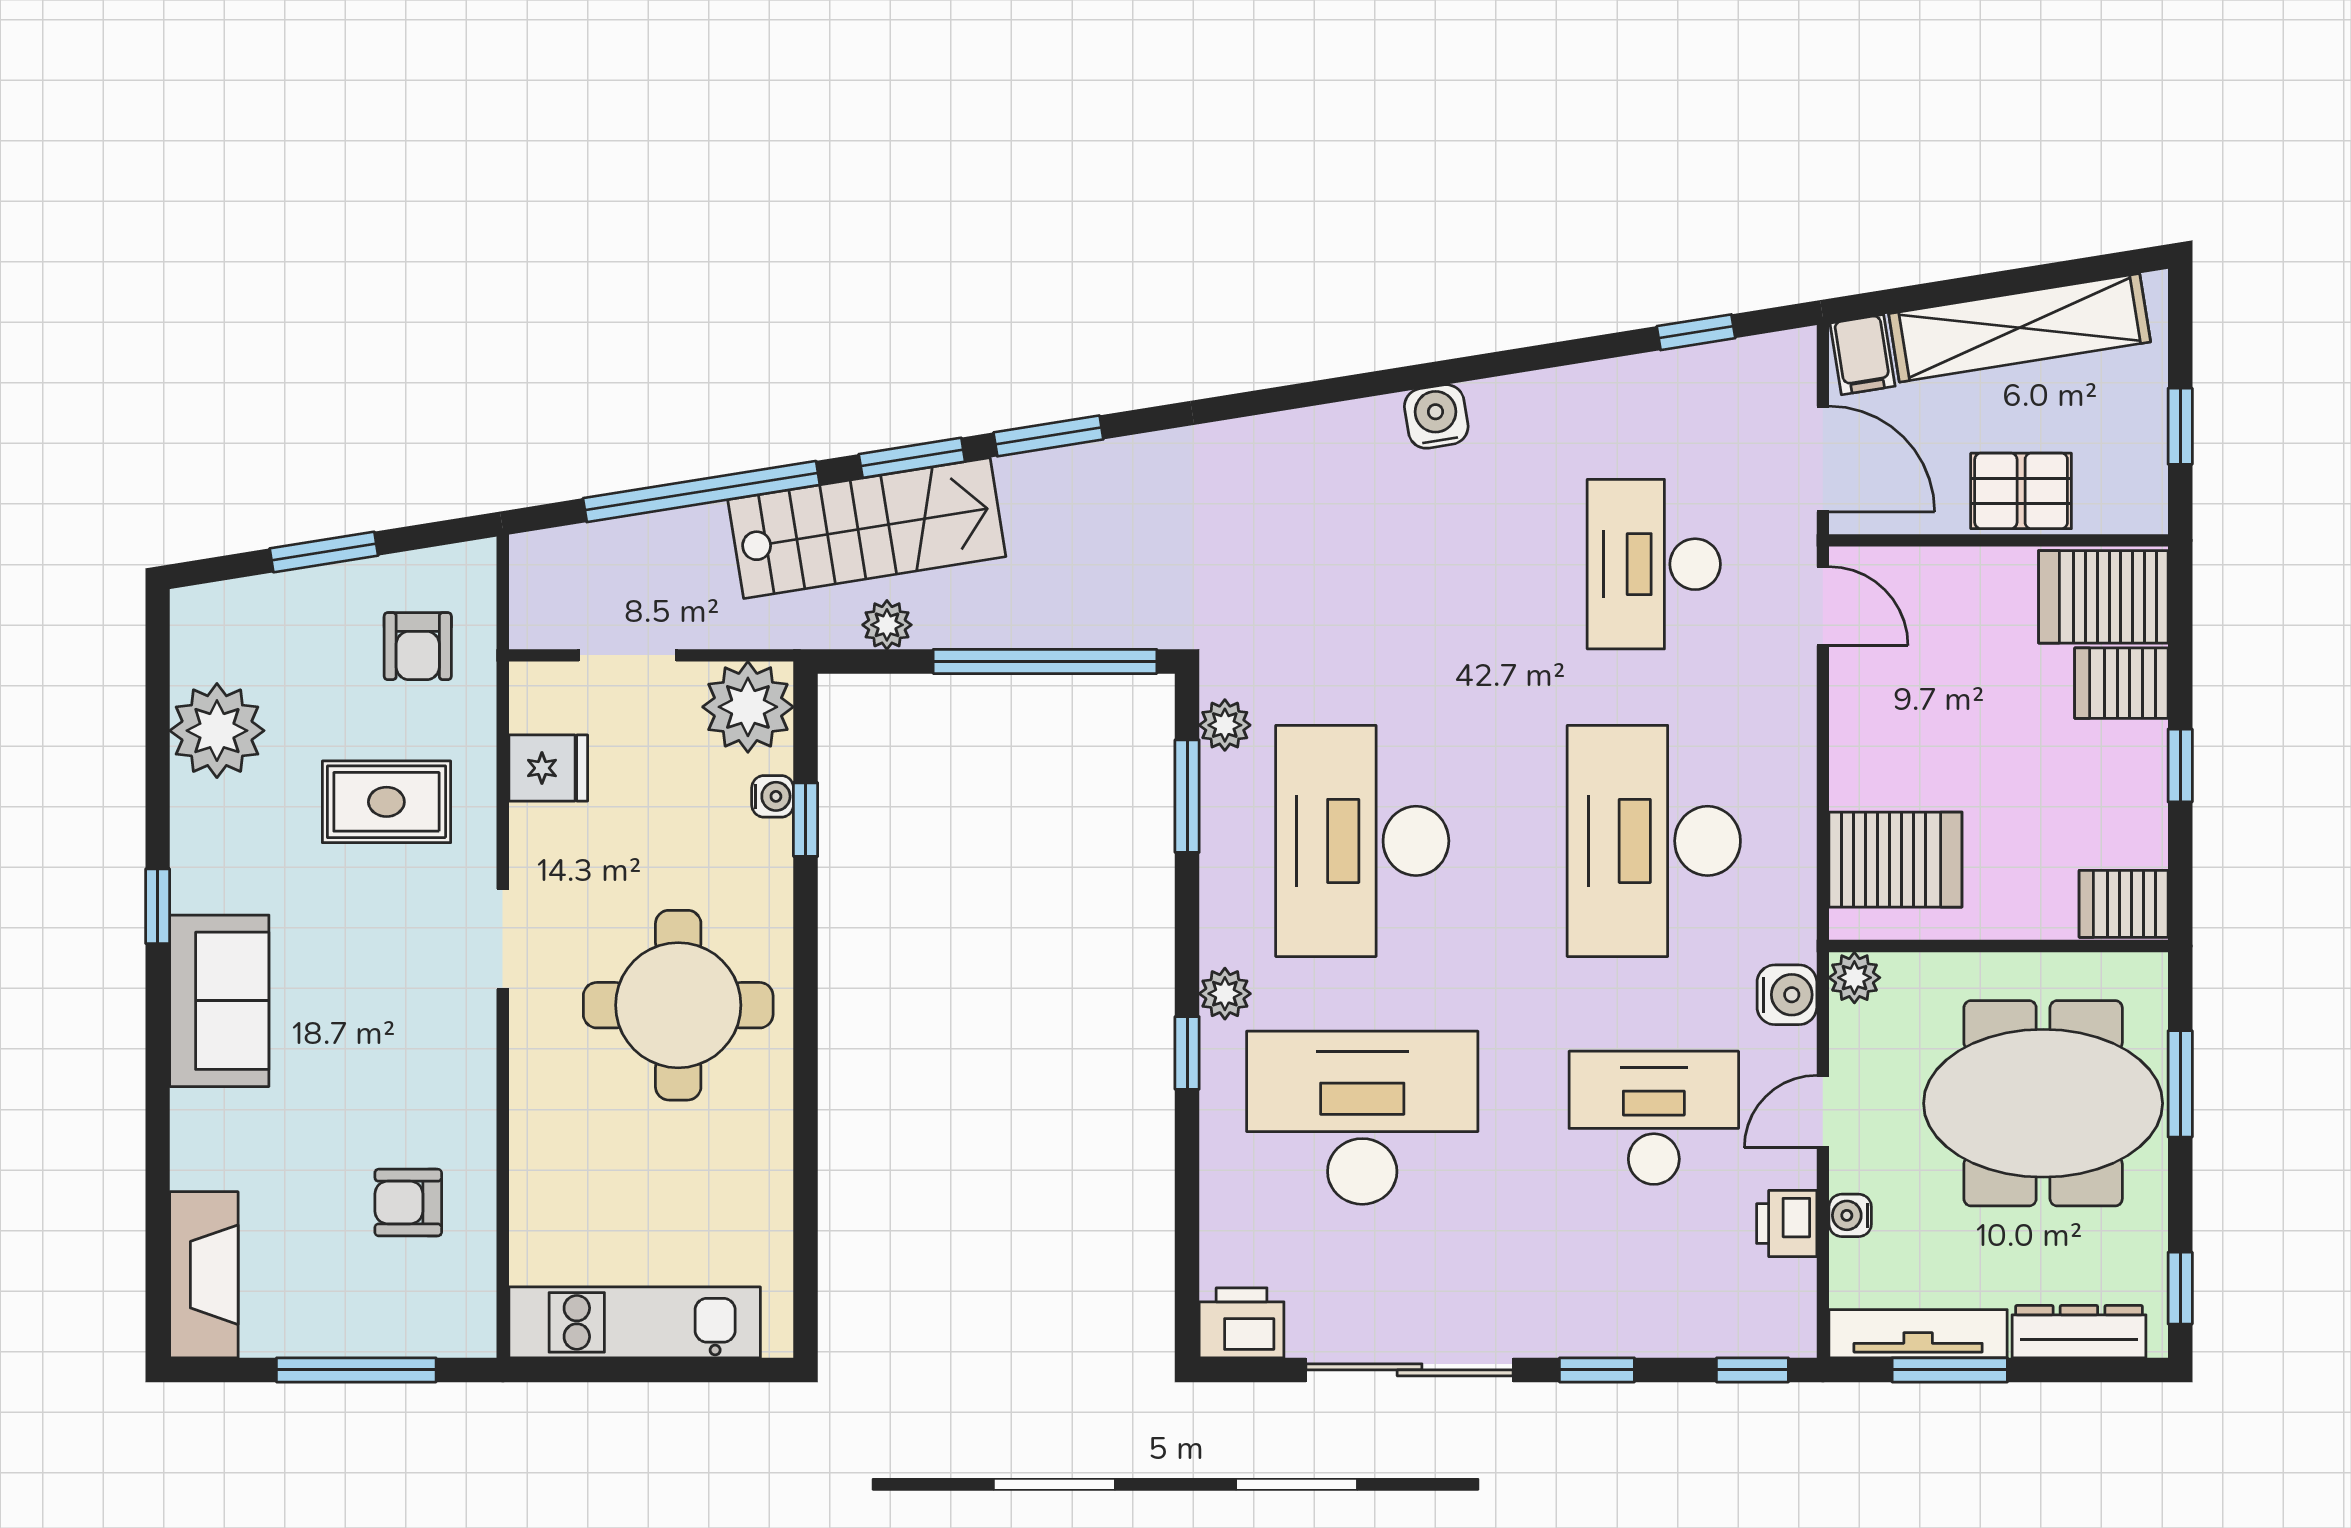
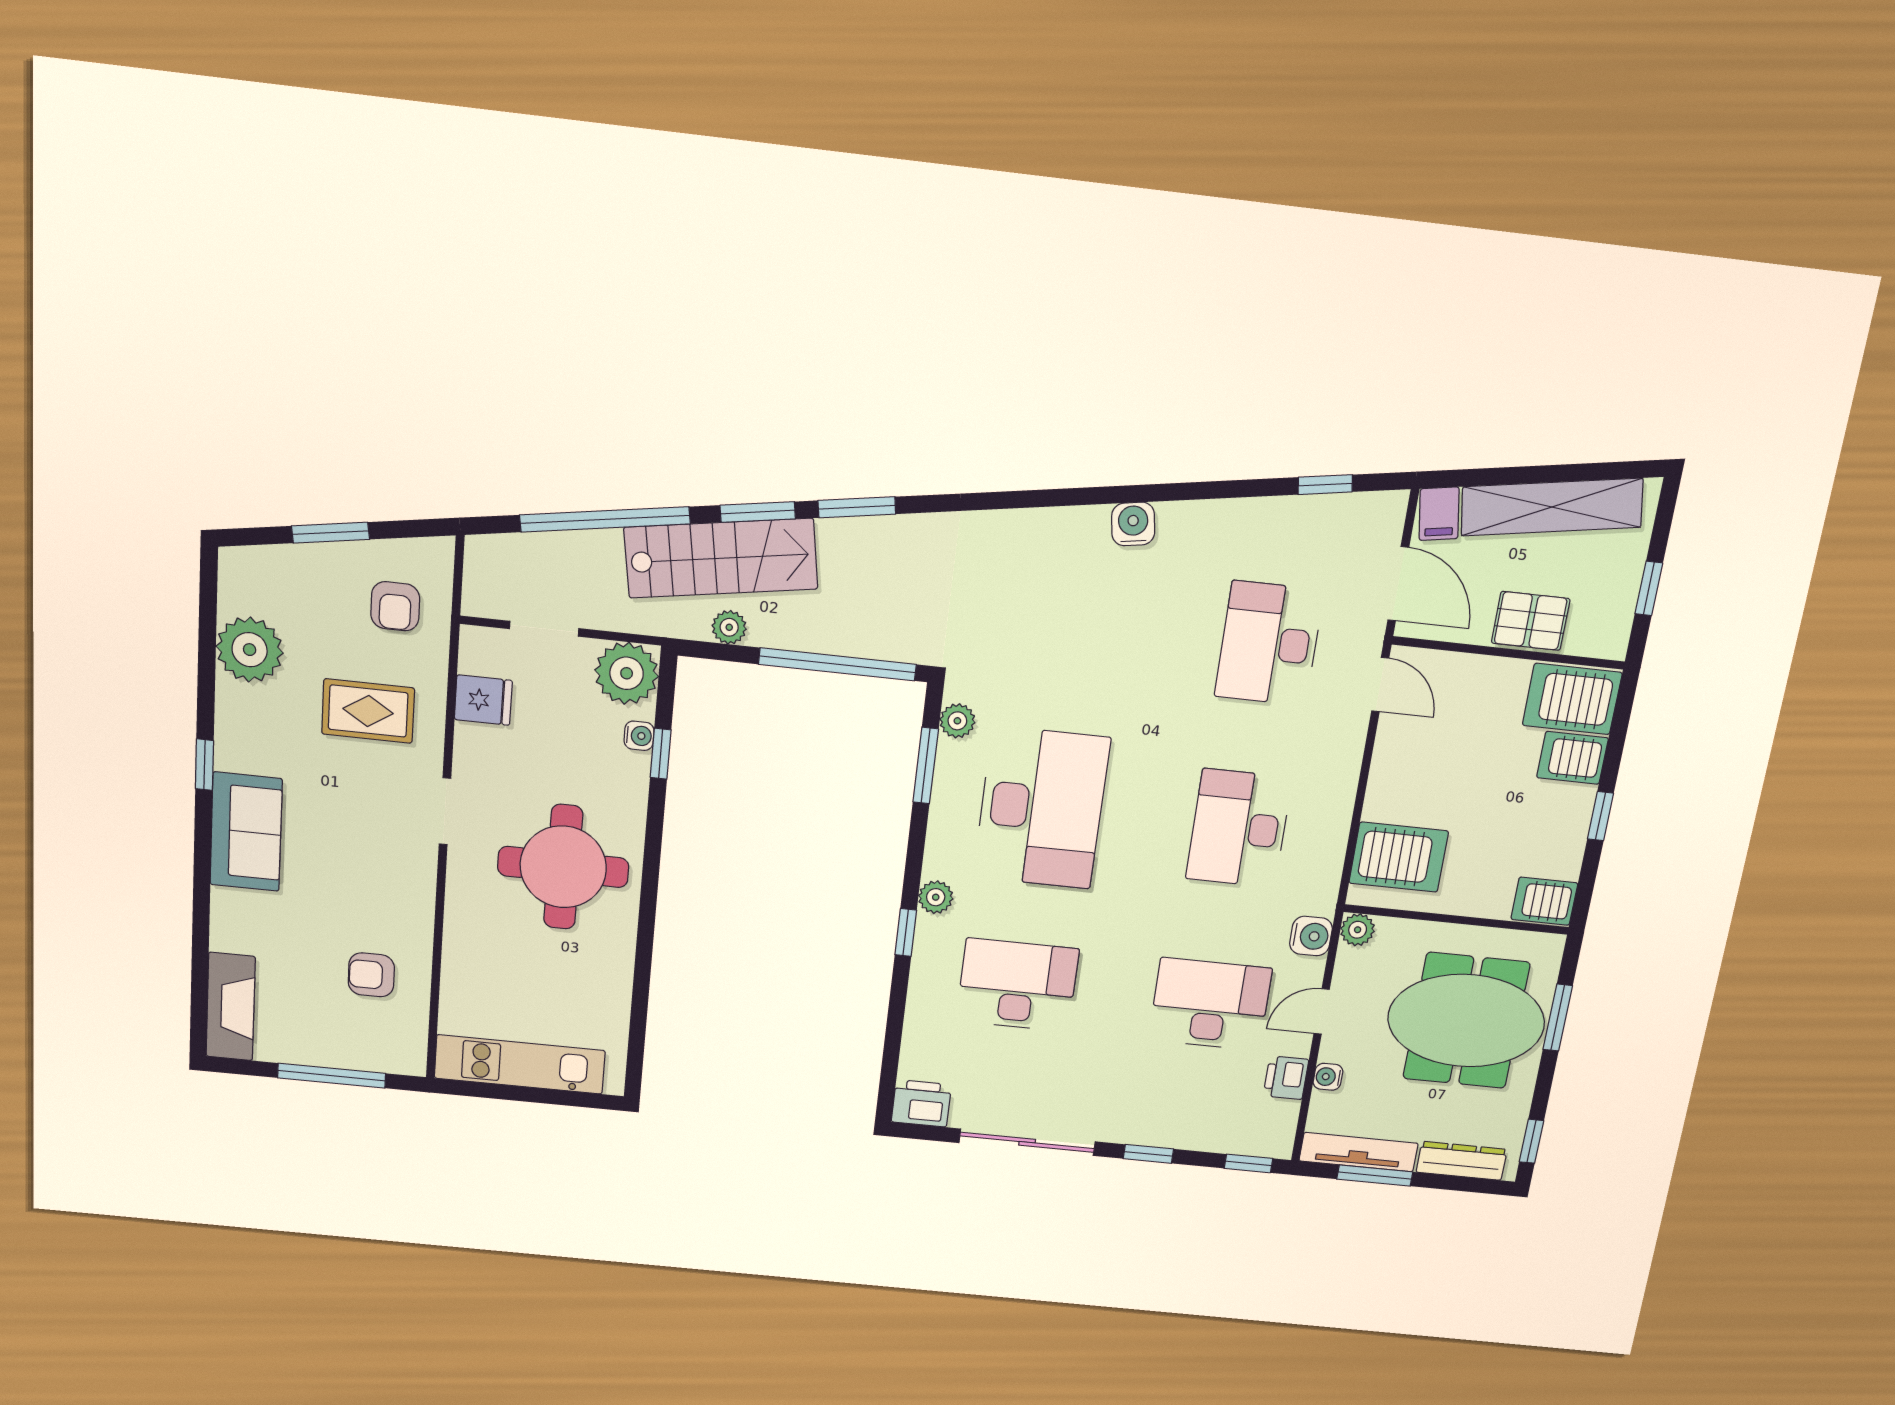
desk: (1362, 841) -> (1042, 808), turned 180
desk: (1654, 841) -> (1239, 828), width x0.73, depth x0.77
desk: (1362, 1118) -> (1017, 985), width x0.73, depth x0.77

